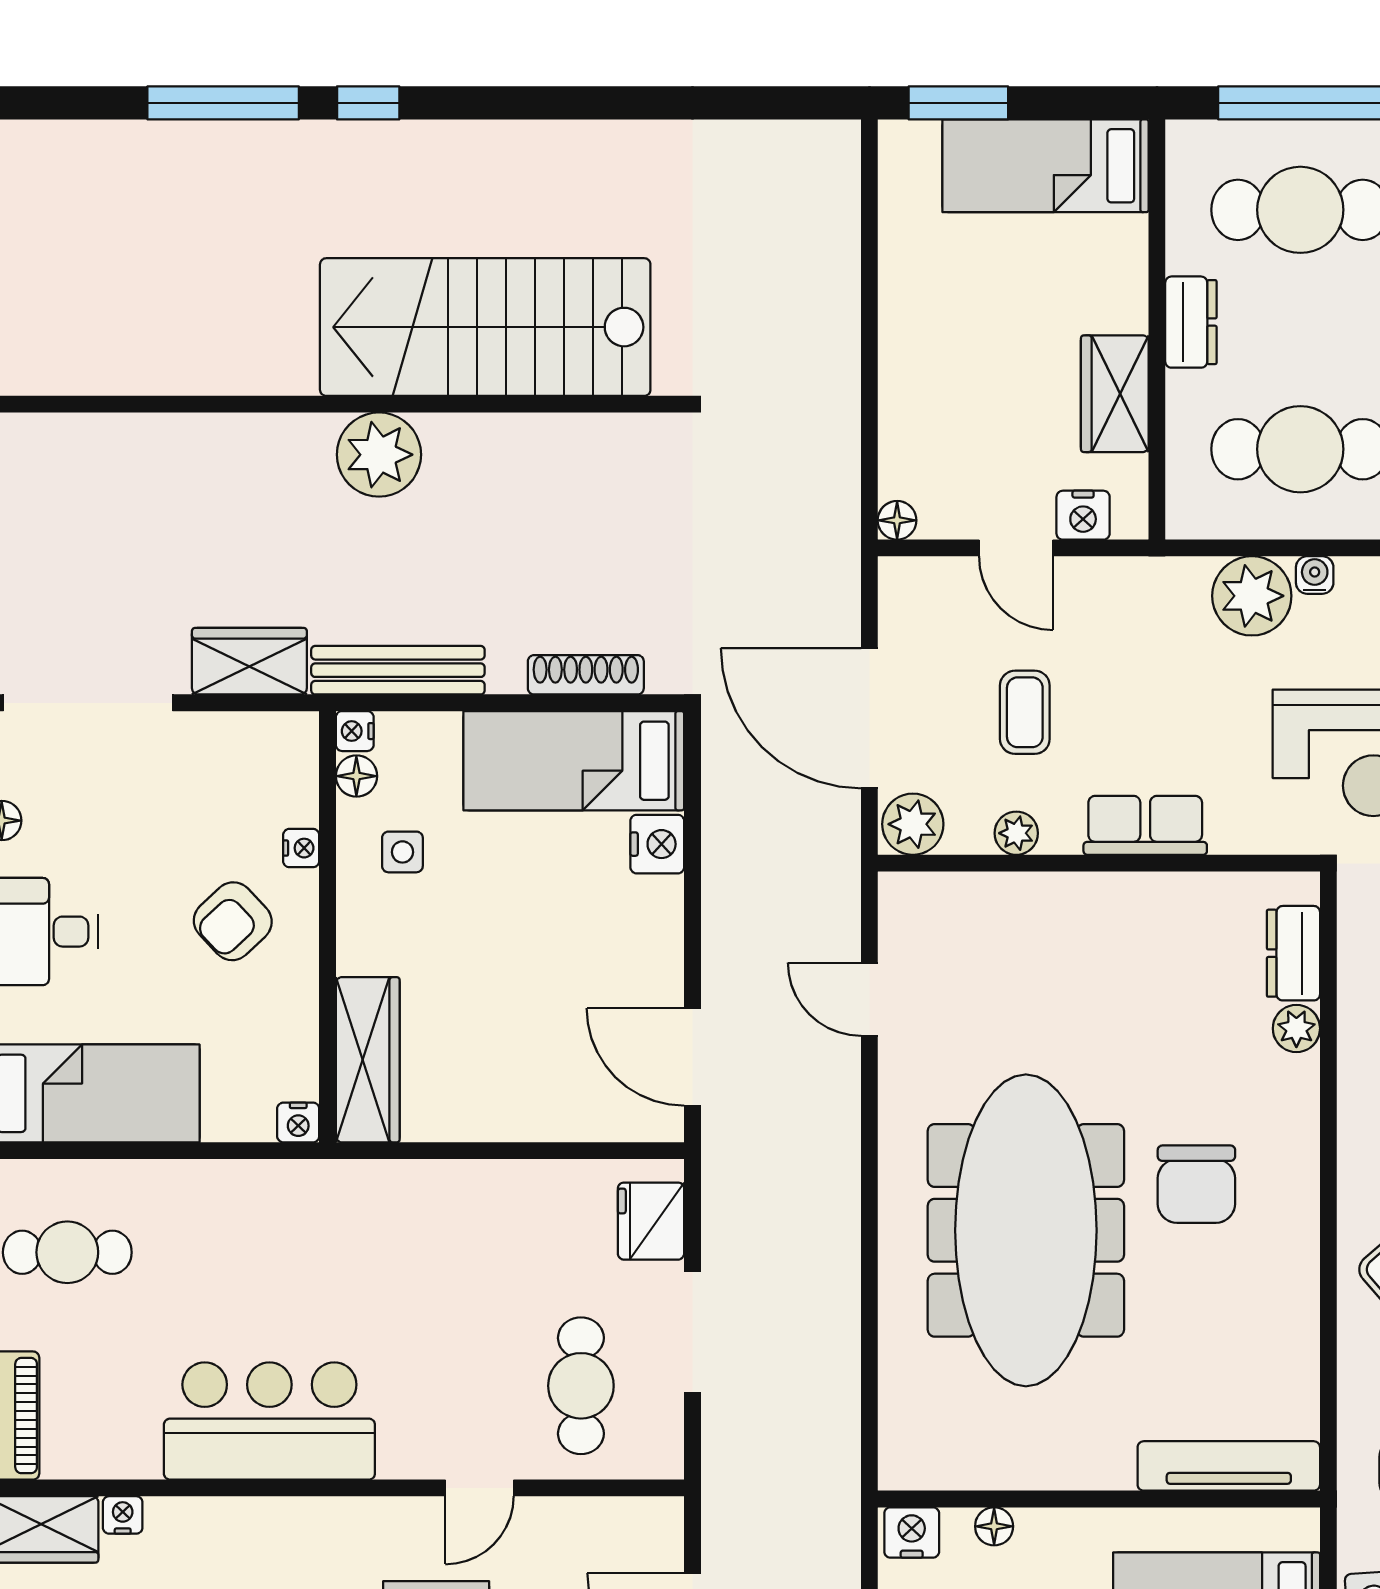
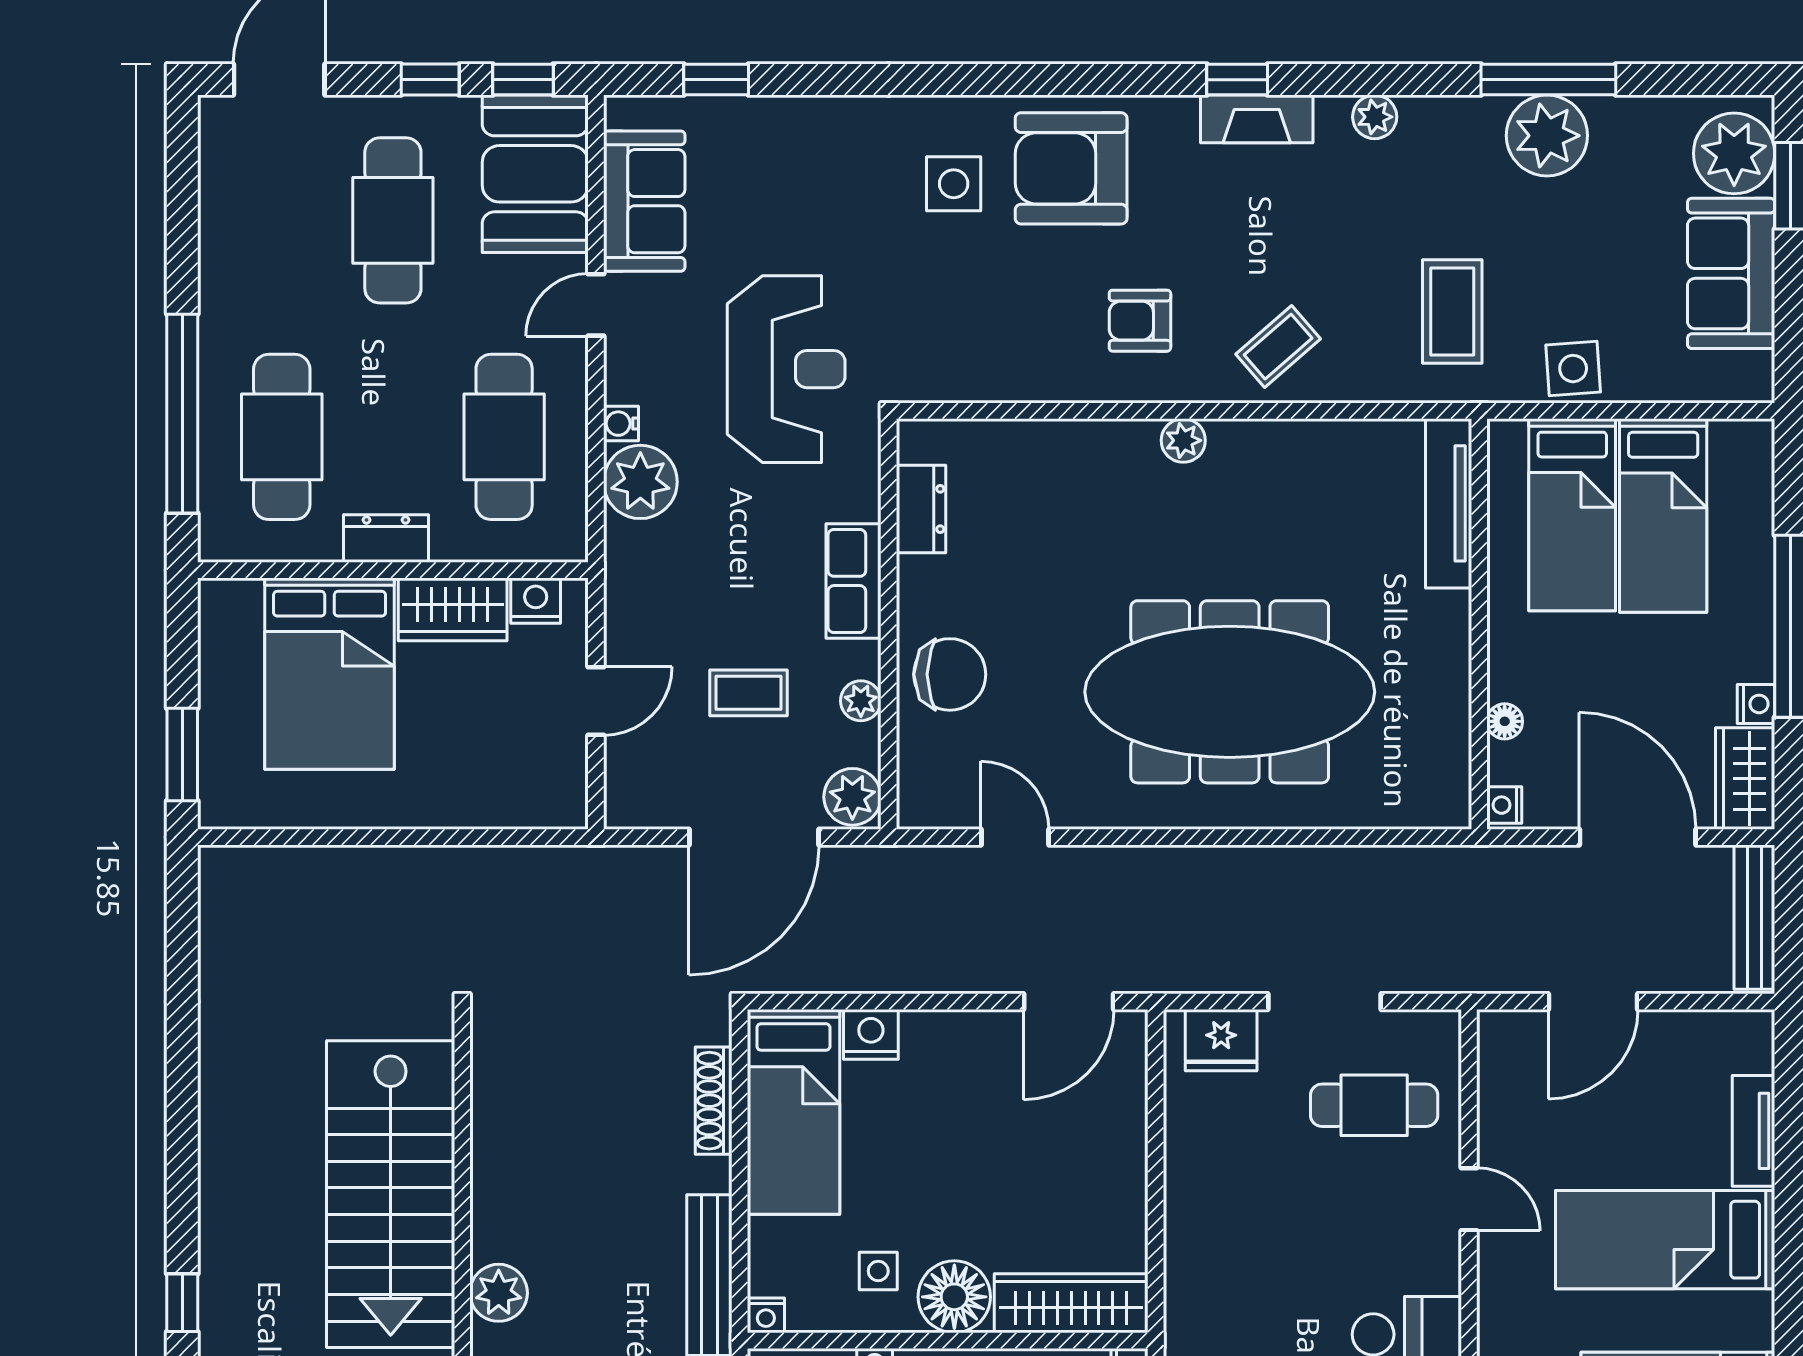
bed: (1046, 166) -> (330, 674), moved, width x1.50
plant: (379, 455) -> (499, 1293), width x0.73, depth x0.73
nightstand: (1083, 515) -> (536, 601), moved, turned -90
floor lamp: (897, 520) -> (570, 812), removed
floor lamp: (356, 776) -> (954, 1297), moved, width x1.89, depth x1.89
dresser: (1293, 953) -> (921, 509), moved, turned -90
door: (869, 999) -> (1015, 837), swing flipped
plant: (1296, 1028) -> (1183, 440), moved
chair: (1196, 1184) -> (950, 674), moved
nightstand: (912, 1532) -> (1504, 805), width x0.72, depth x0.74

